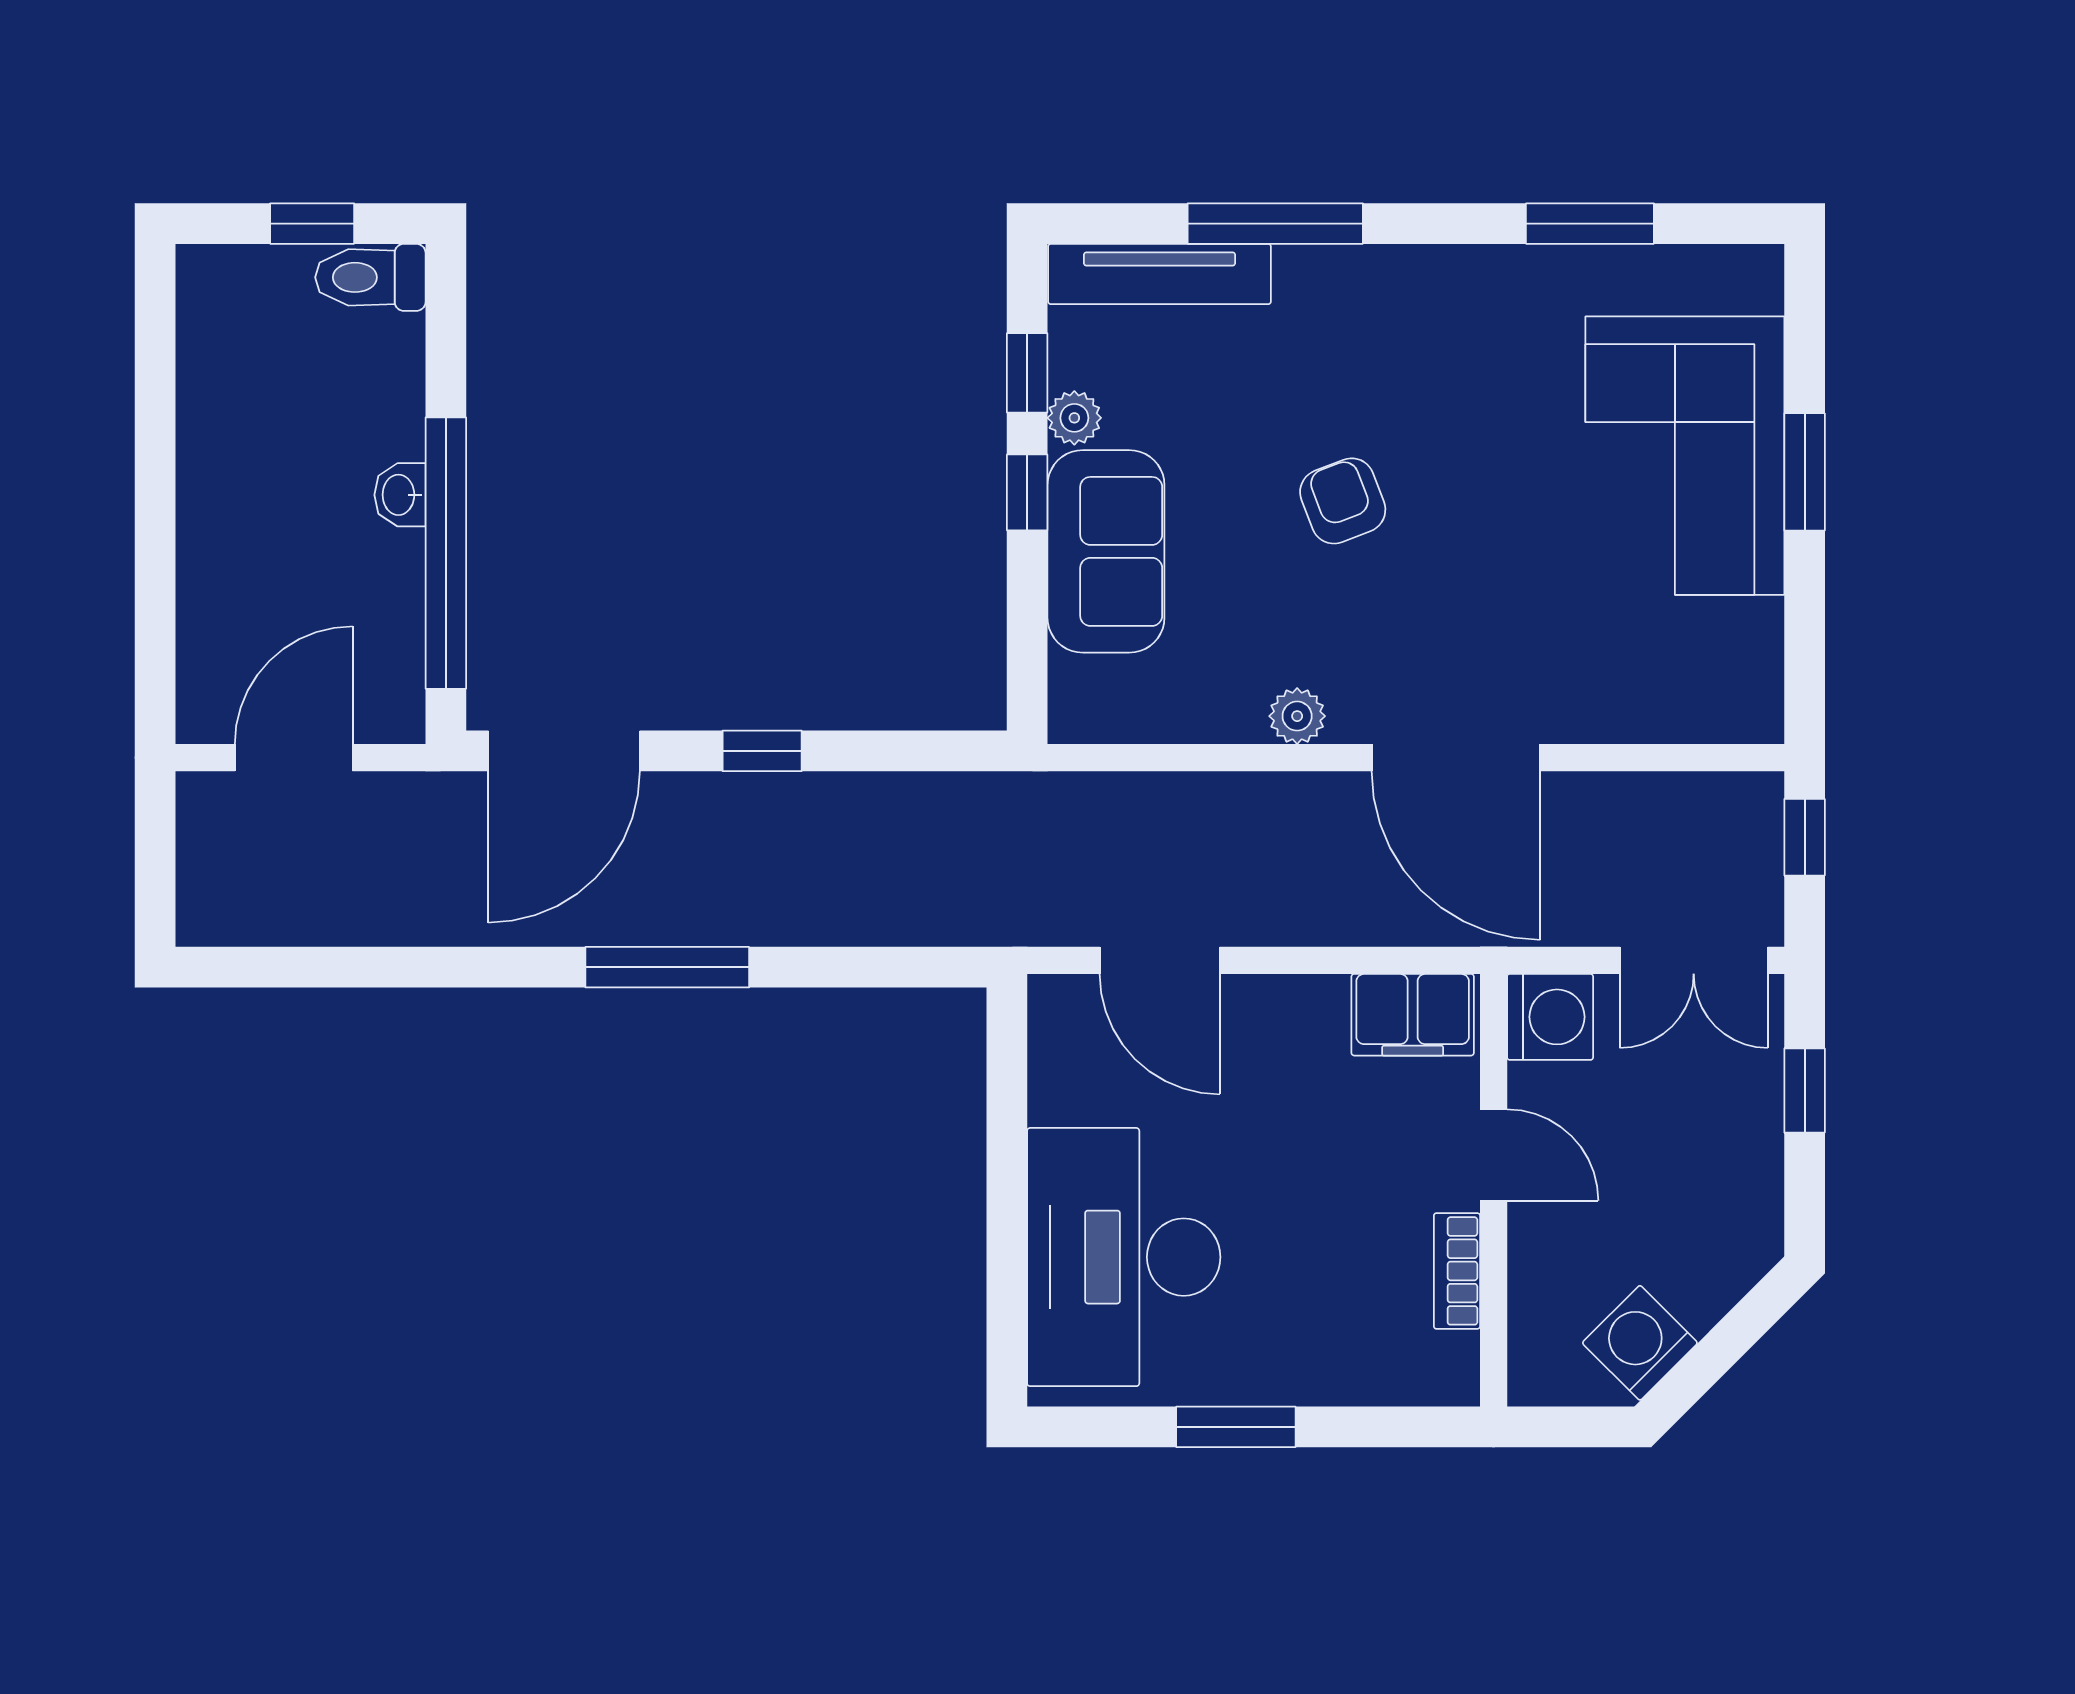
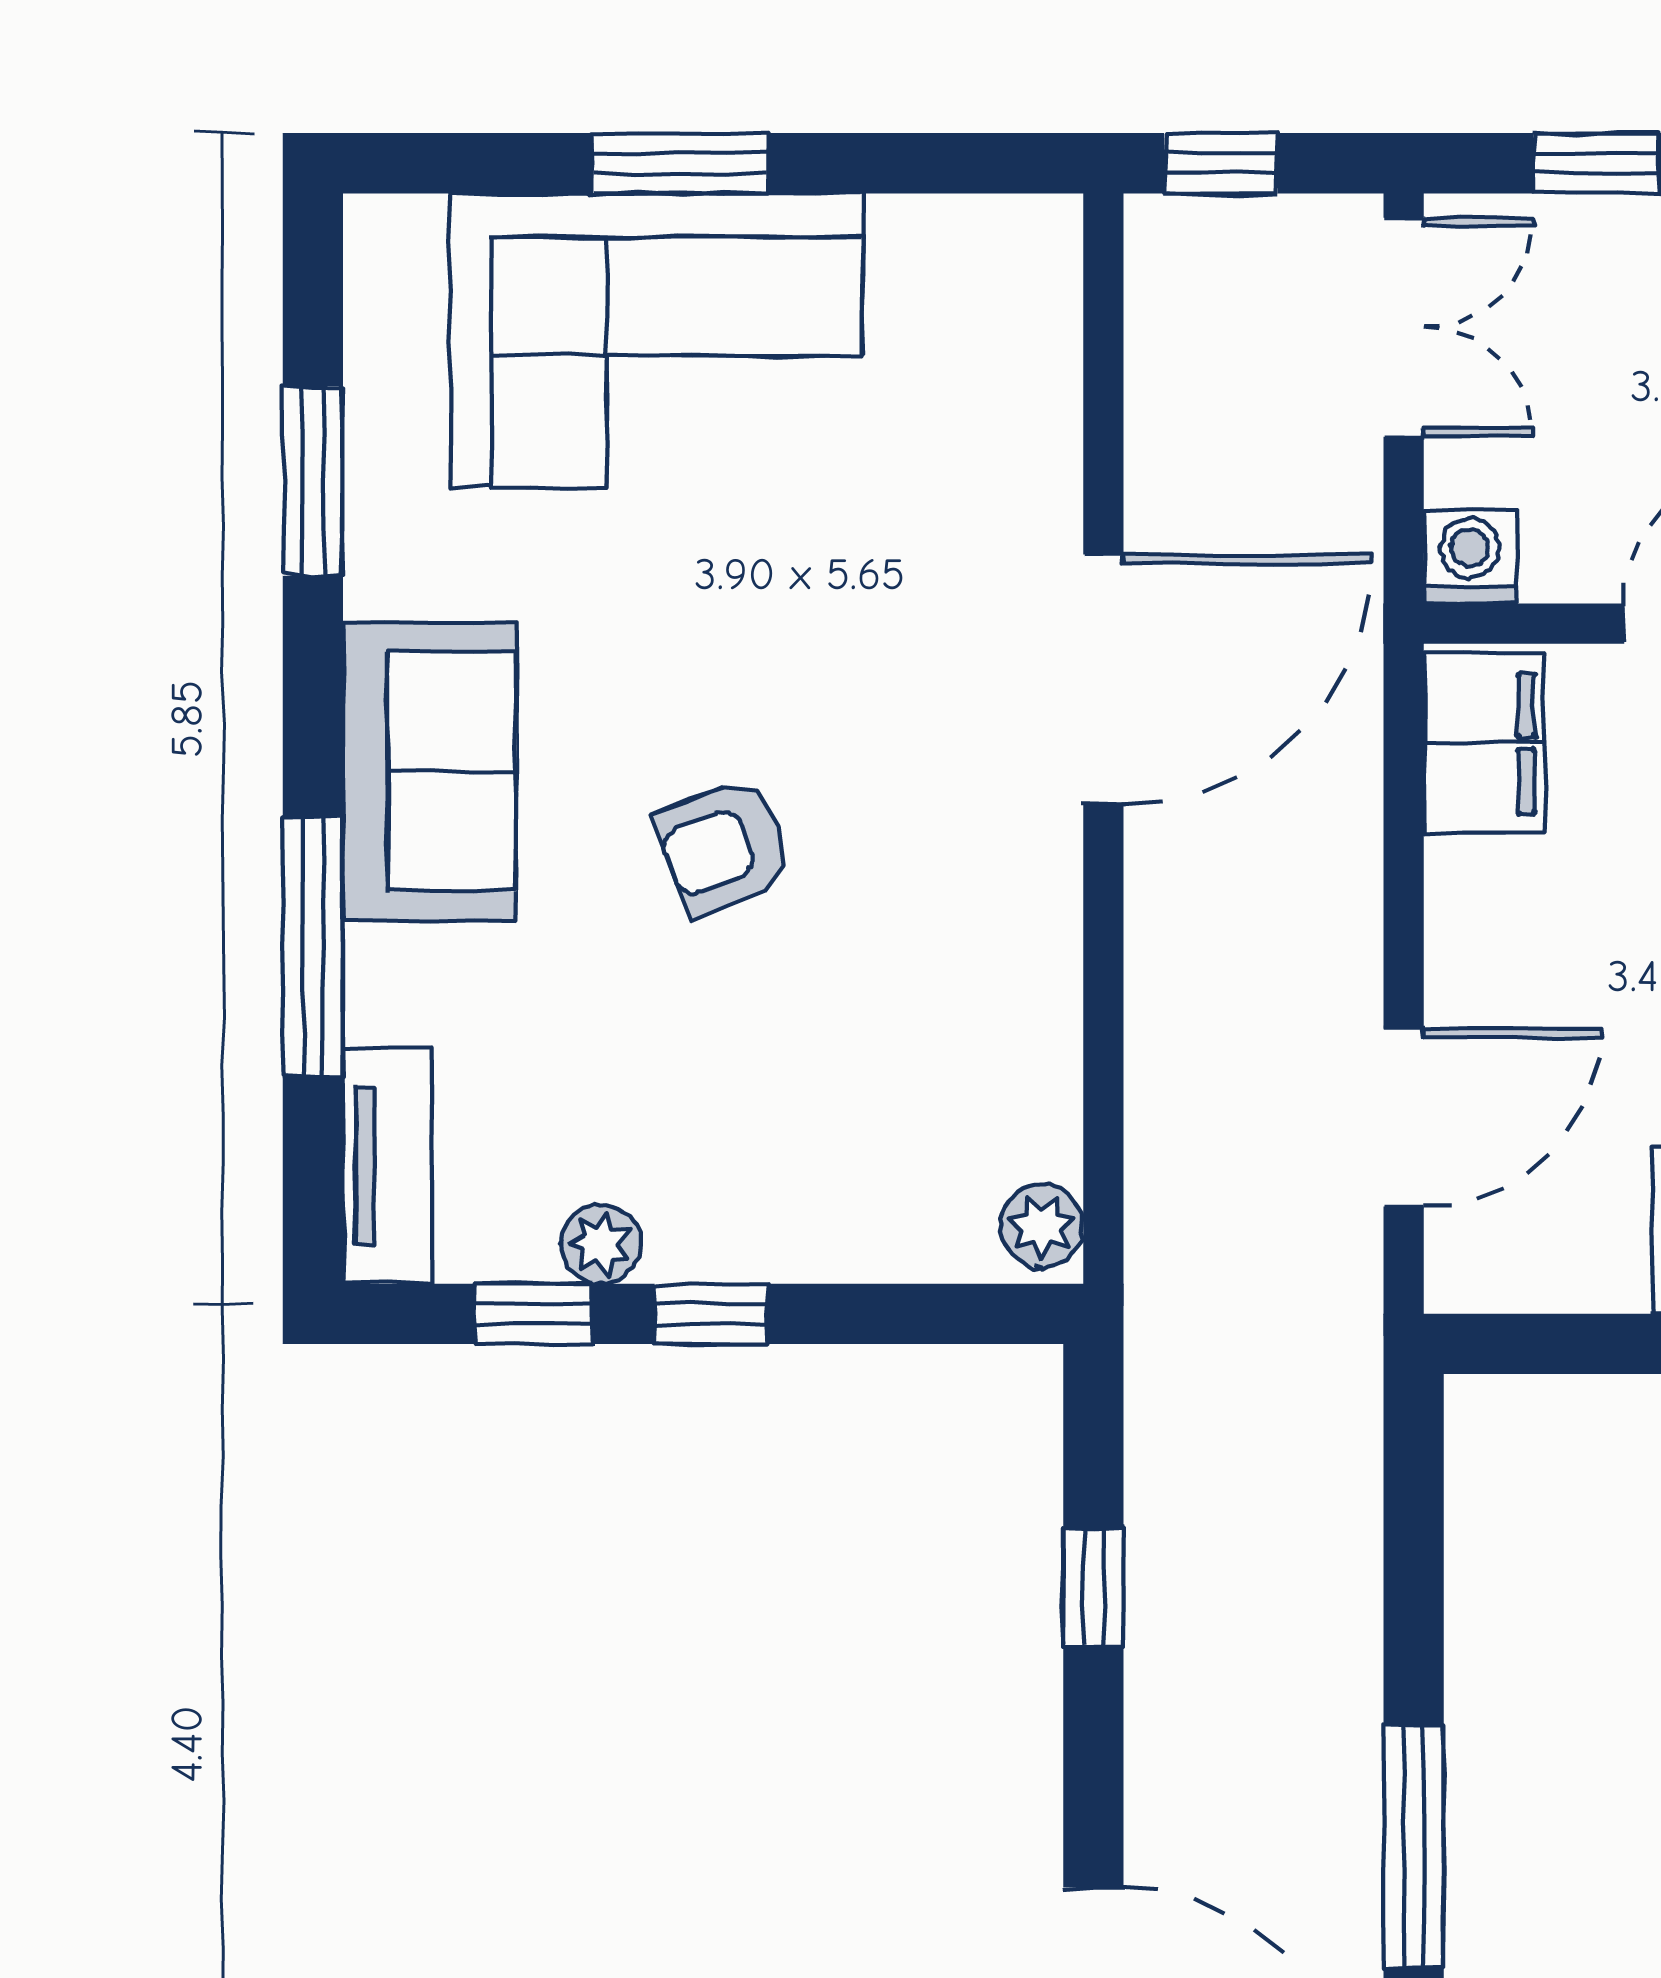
tv unit: (1160, 274) -> (388, 1166), width x0.71
sofa: (1106, 551) -> (430, 771), moved, turned 90
plant: (1297, 716) -> (1042, 1226), moved
window: (762, 751) -> (1093, 1587), moved
washing machine: (1550, 1017) -> (1470, 557), width x0.73, depth x0.73

